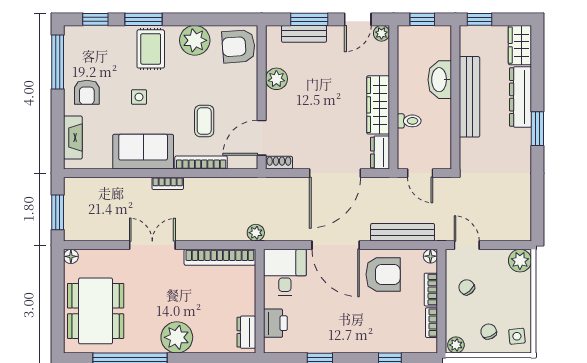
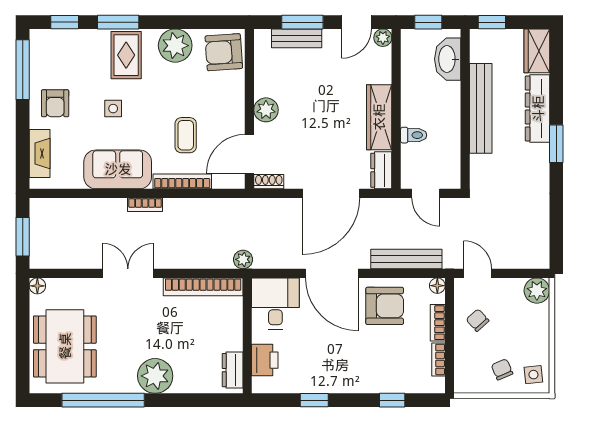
plant: (276, 79) -> (266, 110), moved
washbasin: (440, 80) -> (448, 59), moved
plant: (456, 345) -> (466, 384), removed

